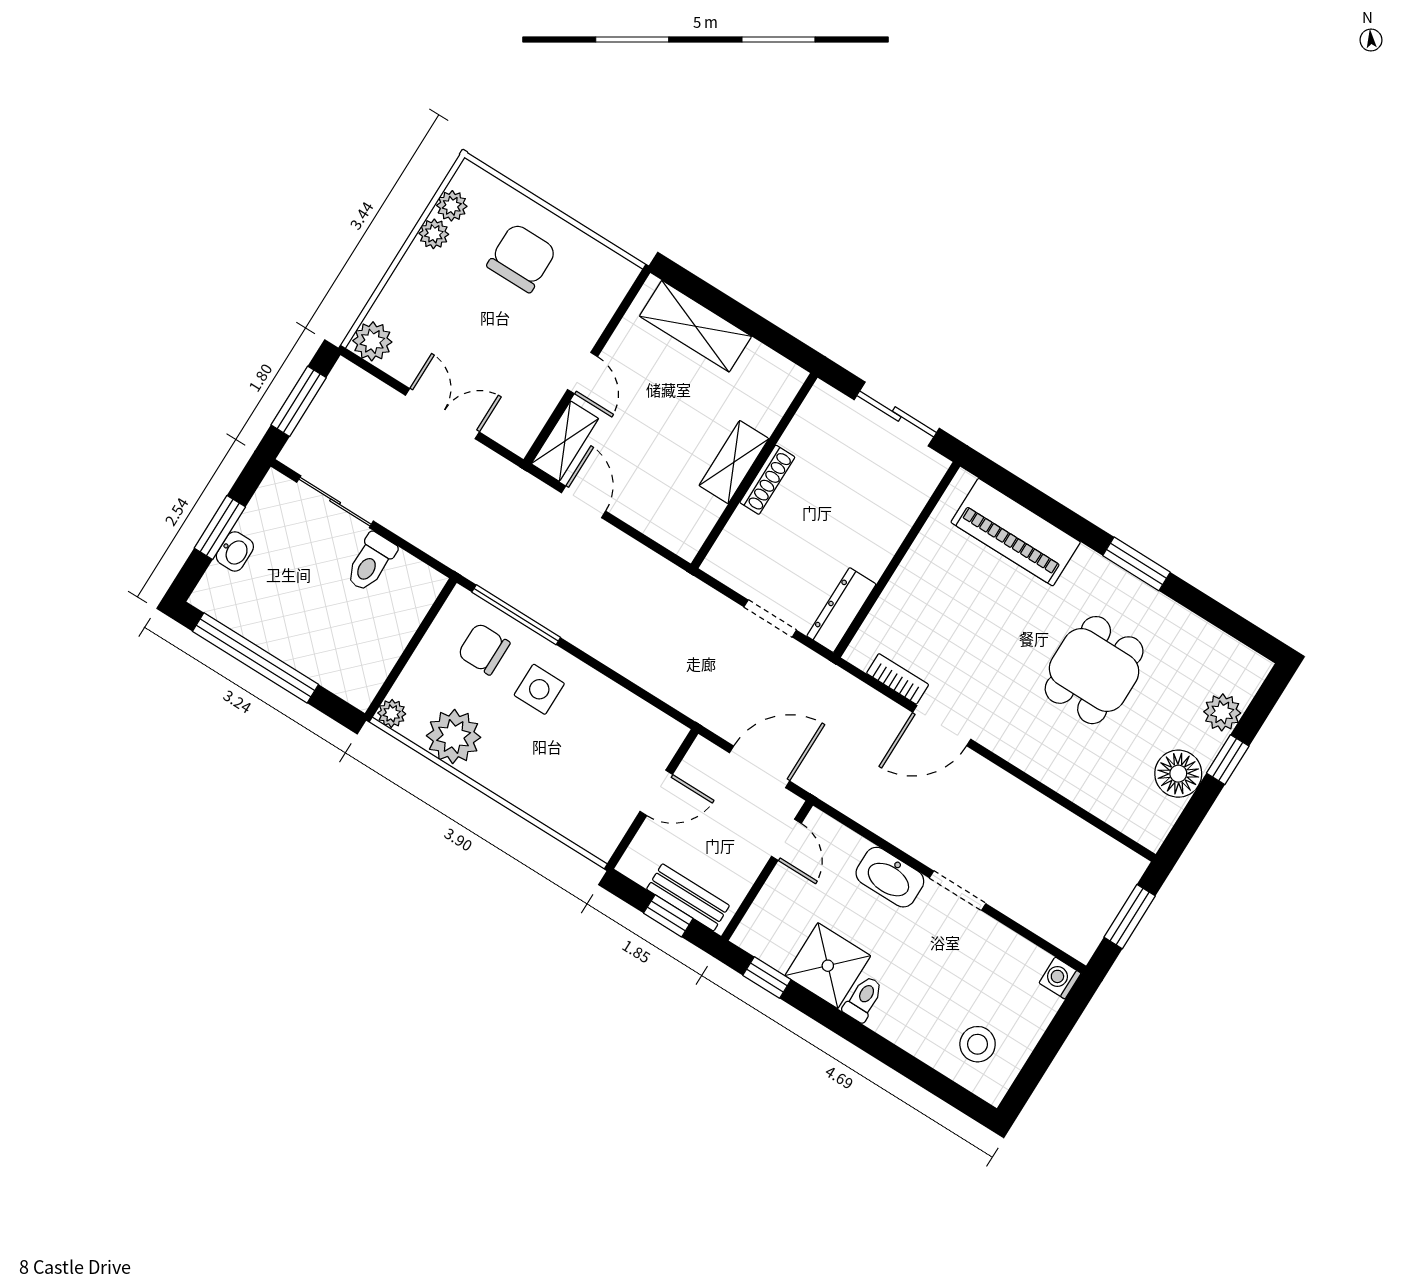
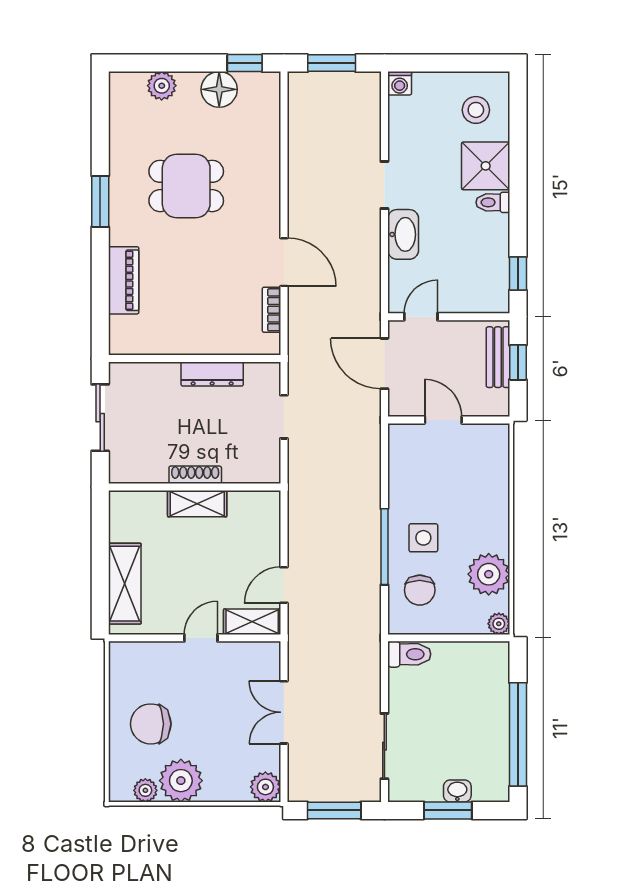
plant: (434, 234) -> (181, 781), width x1.87, depth x1.87
piano: (1016, 532) -> (124, 280), width x0.73, depth x0.75
toilet: (371, 562) -> (409, 654), moved
dresser: (841, 610) -> (212, 374), moved
window: (516, 615) -> (384, 547), moved
window: (1228, 760) -> (245, 63), moved
shower: (828, 966) -> (486, 166), moved

